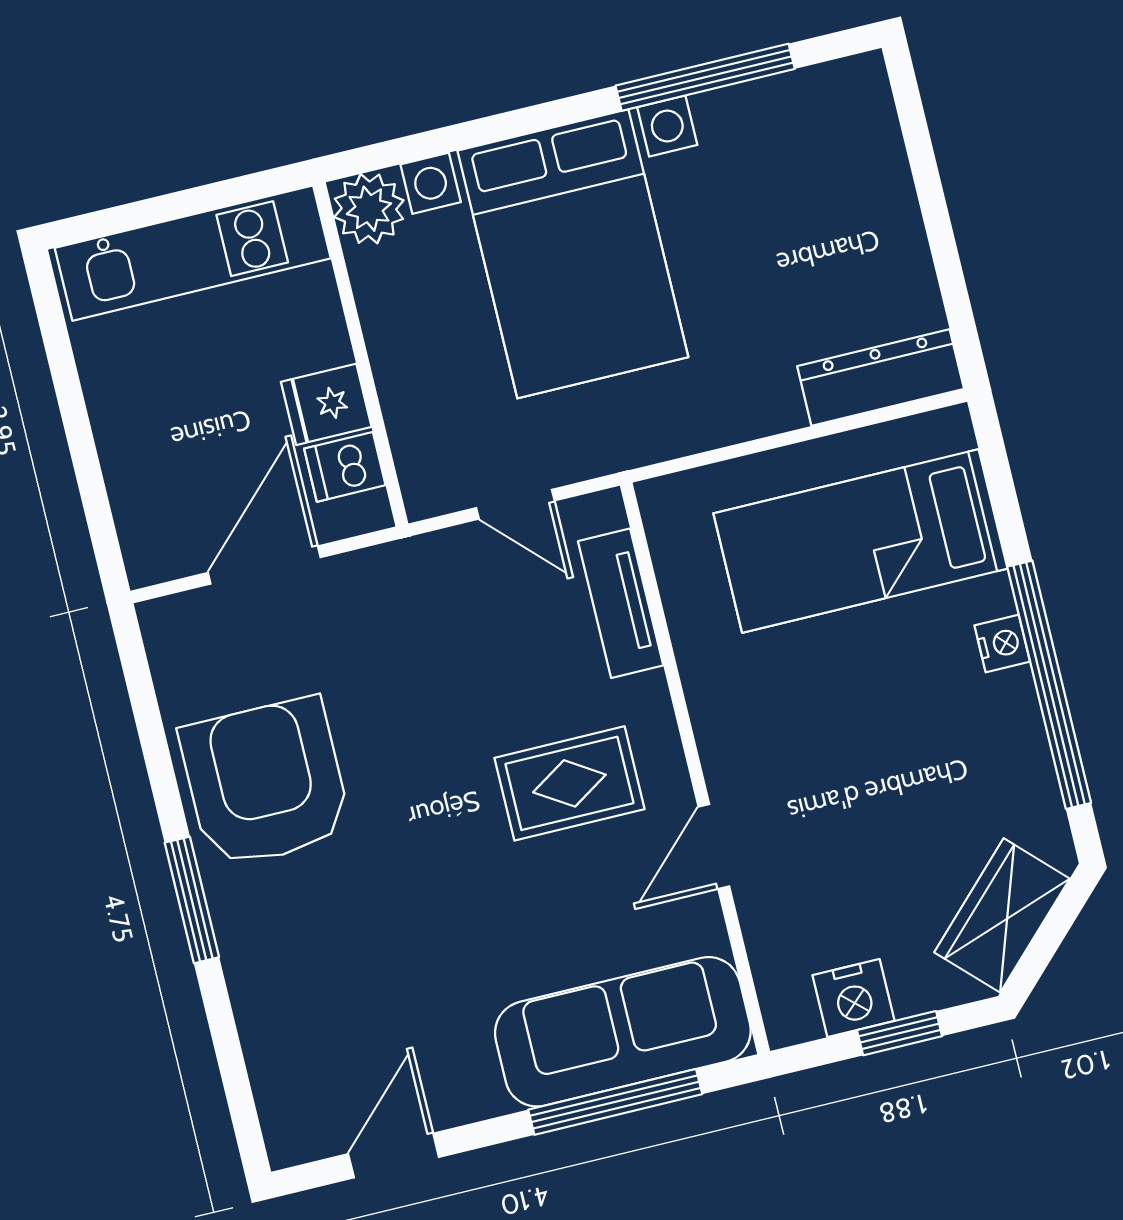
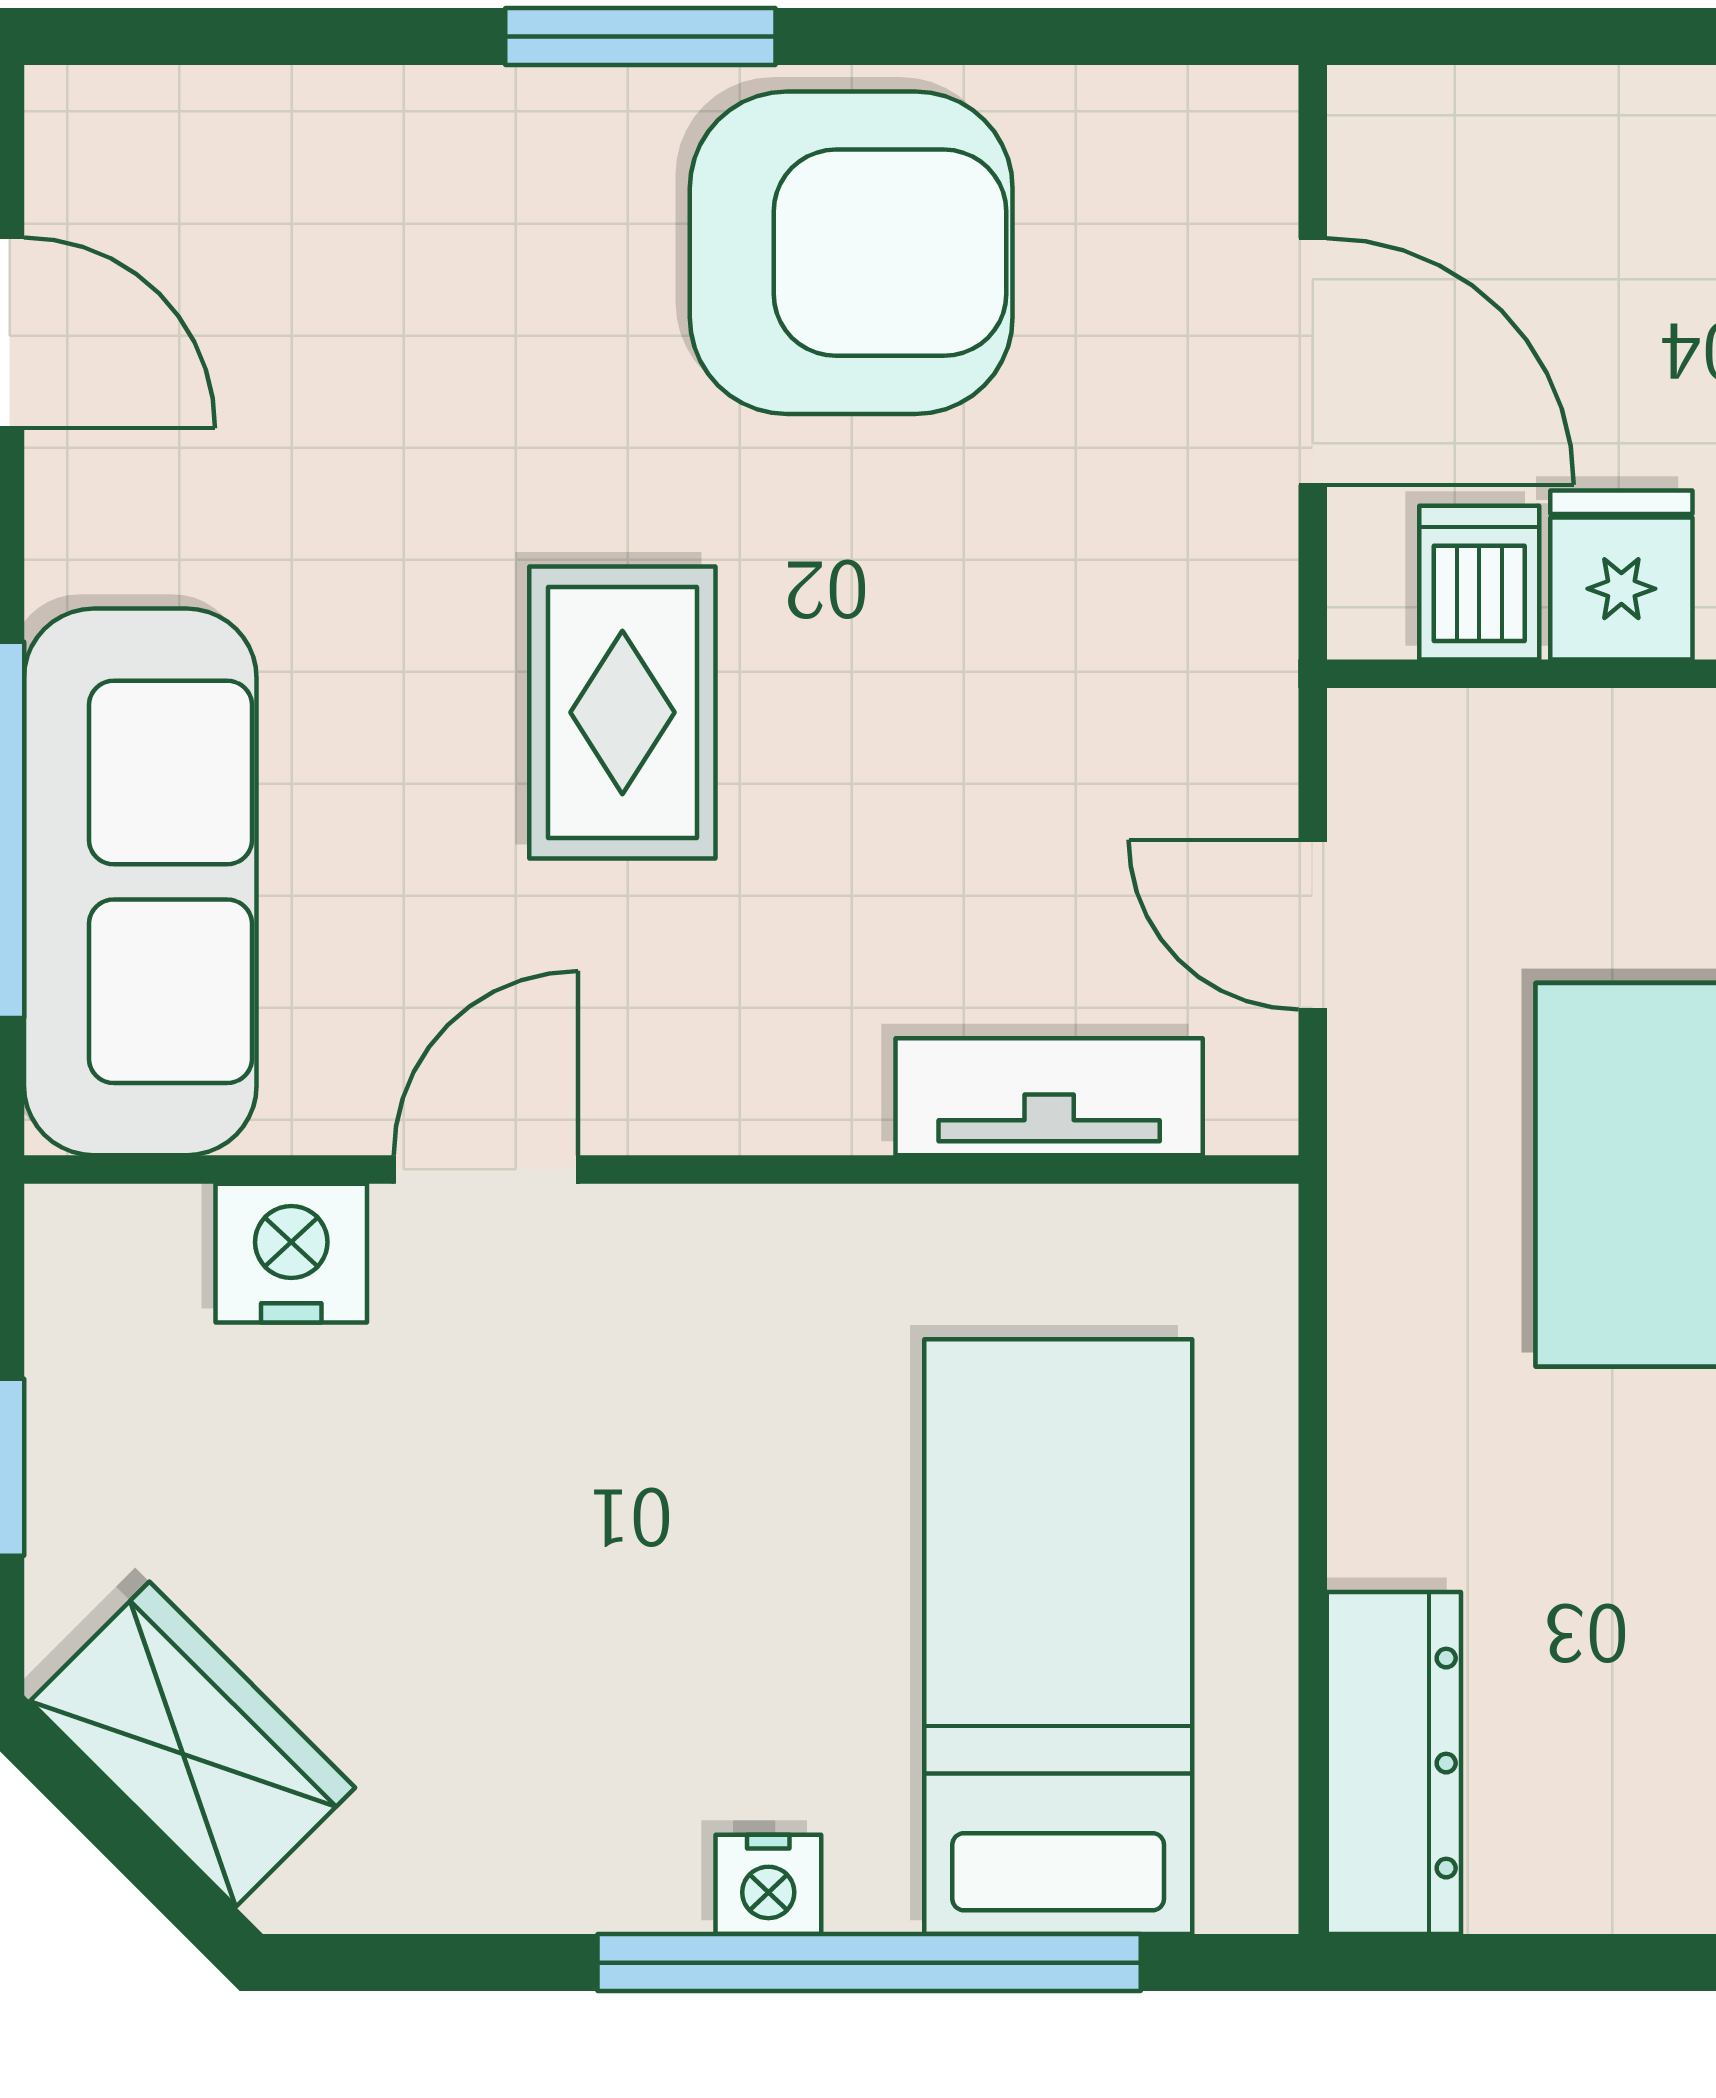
door: (515, 504) -> (1313, 925), hinge flipped
window: (1049, 685) -> (869, 1963), moved
rug: (569, 783) -> (622, 712), moved
door: (714, 847) -> (486, 1169), hinge flipped
nightstand: (854, 998) -> (291, 1253), moved, turned 90

